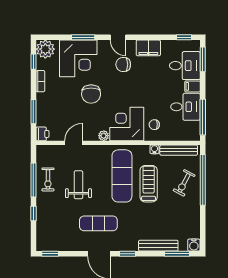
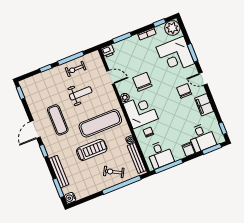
door: (118, 37) -> (203, 79), hinge flipped
chair: (91, 94) -> (142, 82), moved, turned 90
desk: (185, 107) -> (160, 155), moved
treadmill: (149, 184) -> (92, 150), moved

